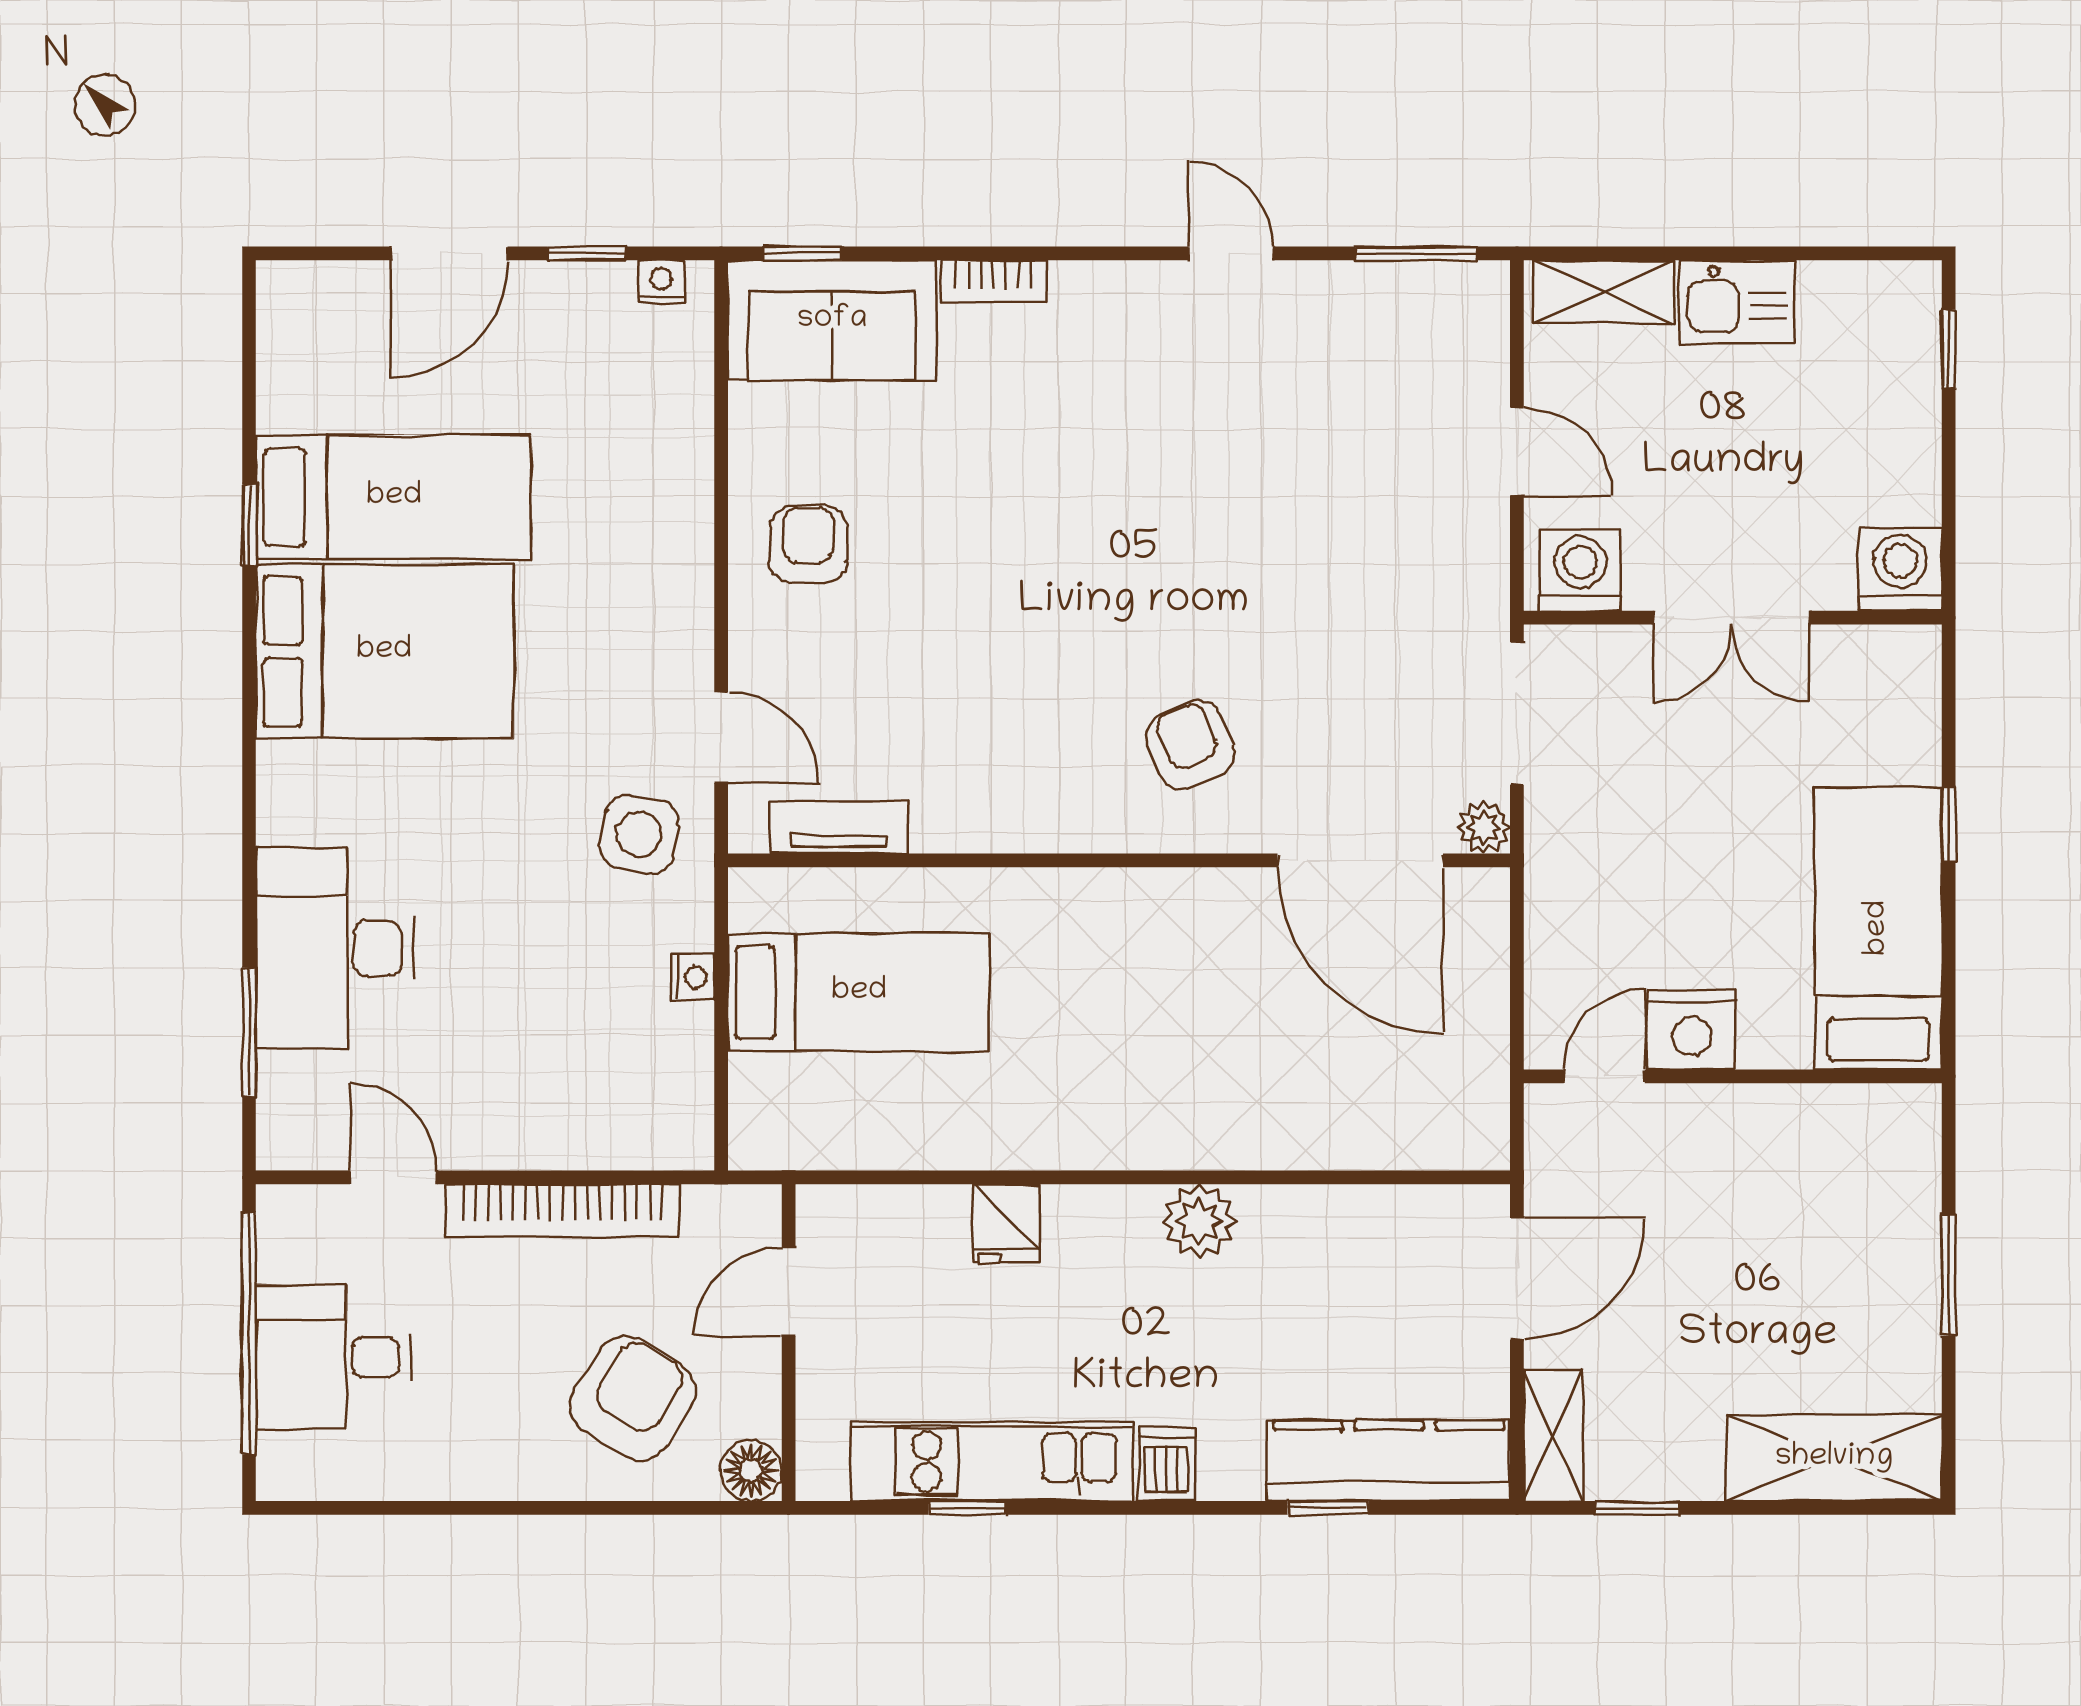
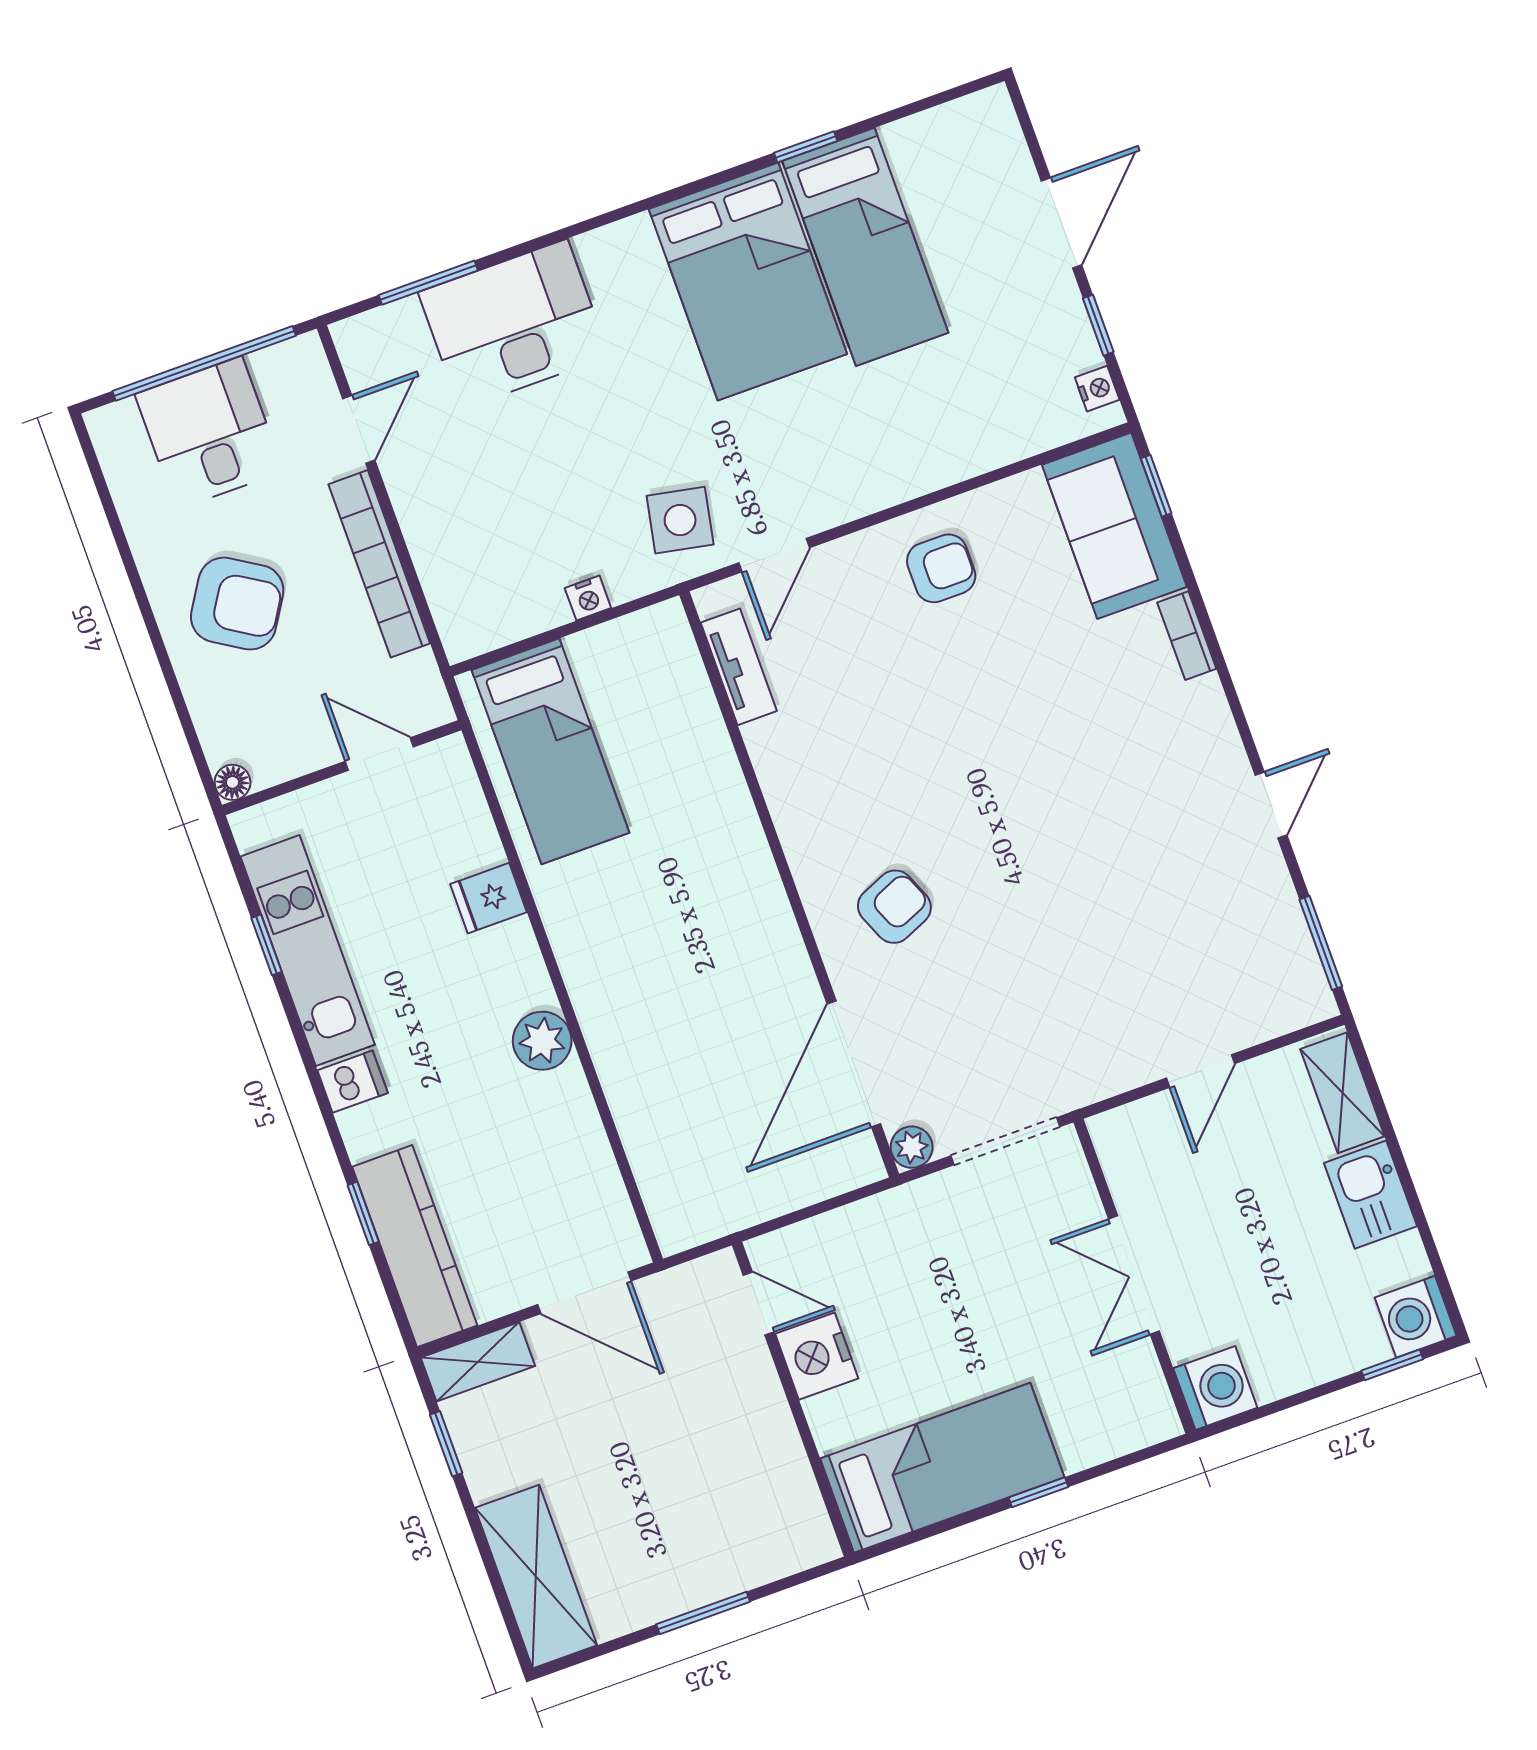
door: (449, 253) -> (1061, 223), swing flipped
washing machine: (1580, 570) -> (1416, 1317), moved, turned 180
bed: (859, 992) -> (550, 751), moved
armchair: (633, 1398) -> (237, 604), moved
floor lamp: (751, 1470) -> (233, 782), width x0.73, depth x0.73

